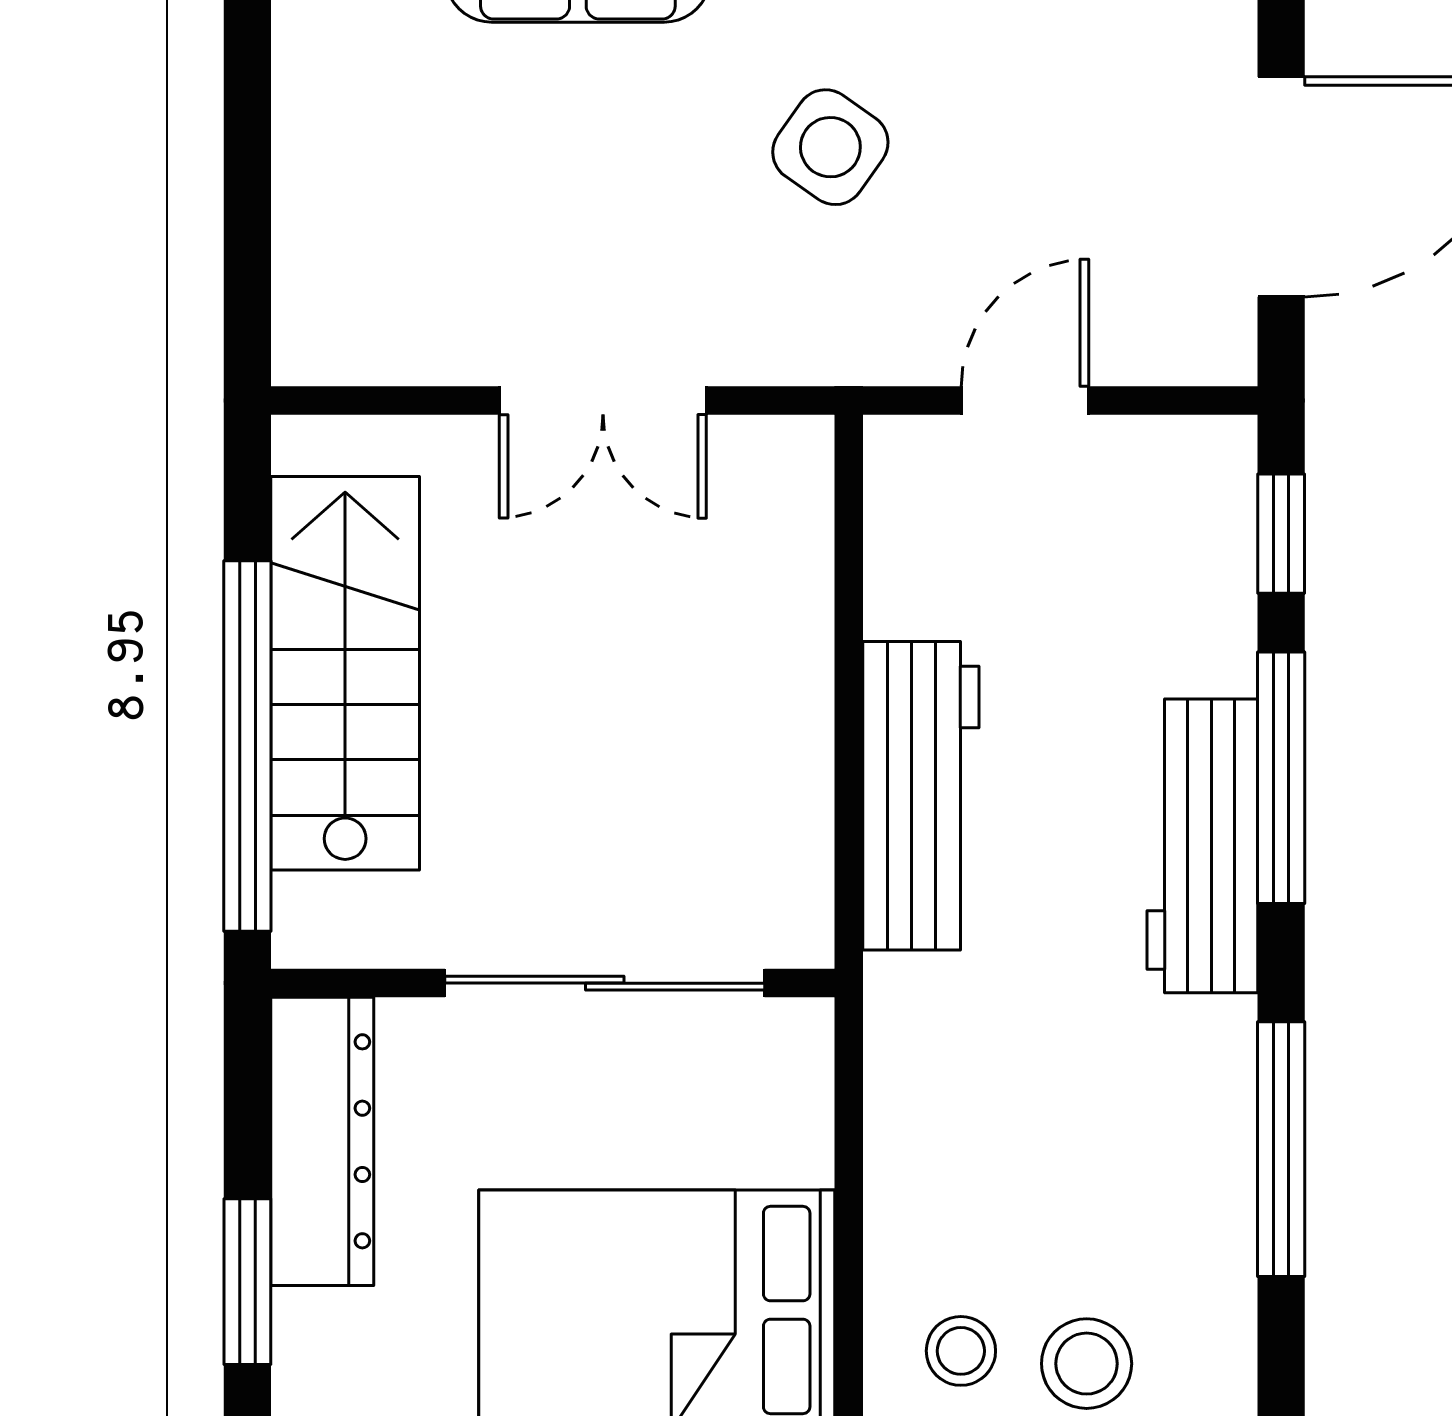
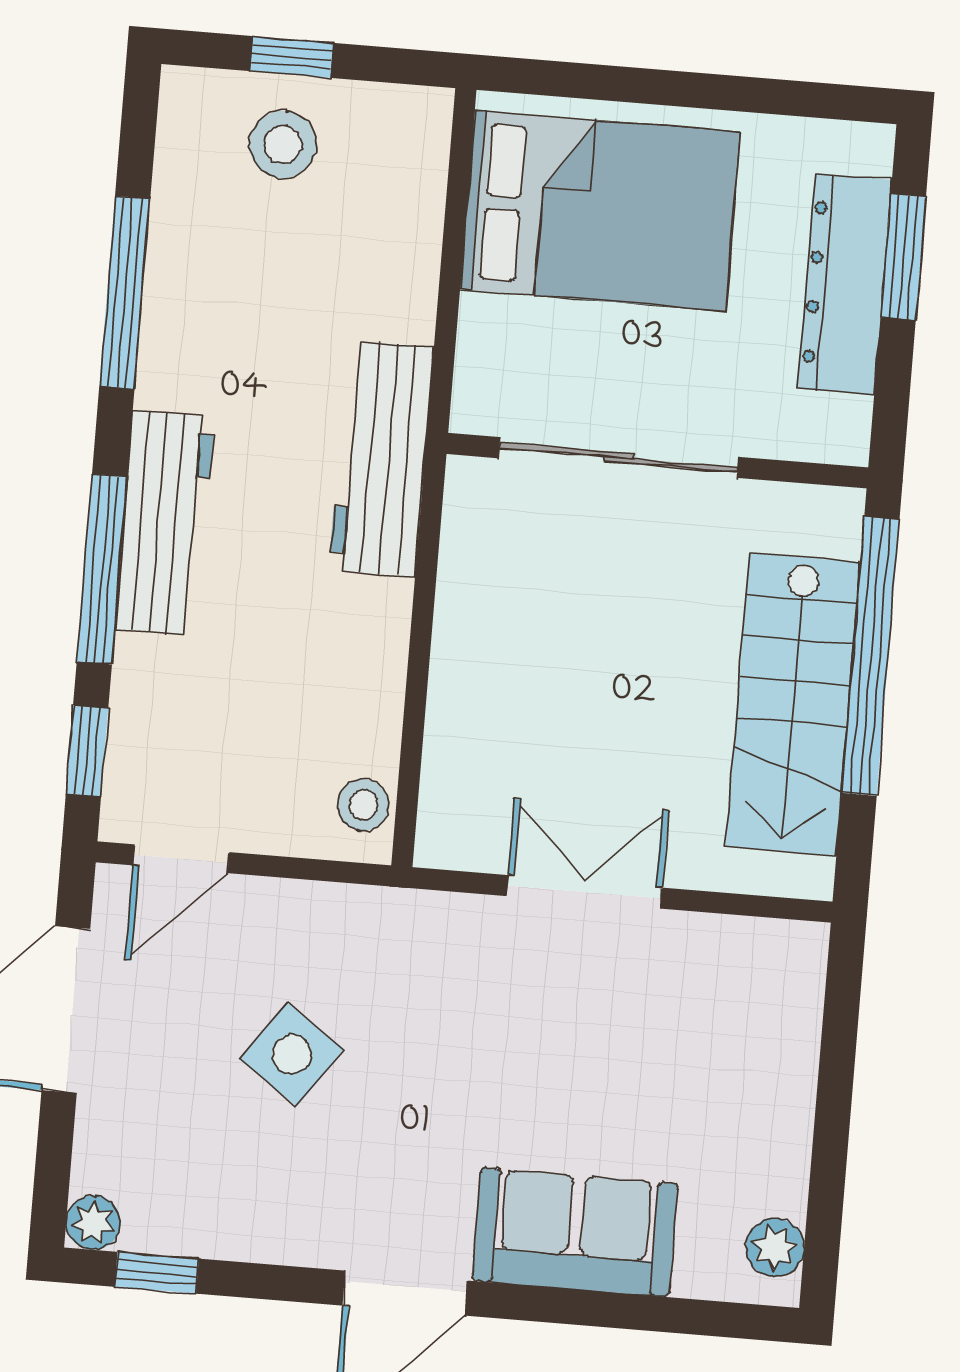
side table: (830, 147) -> (292, 1054), moved
door: (1025, 400) -> (181, 859), moved
workbench: (921, 796) -> (381, 459), moved
dresser: (322, 1141) -> (845, 284), moved
stool: (961, 1351) -> (363, 805), moved

